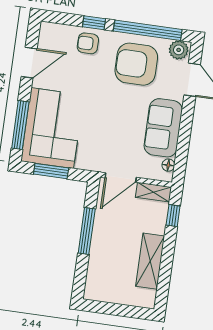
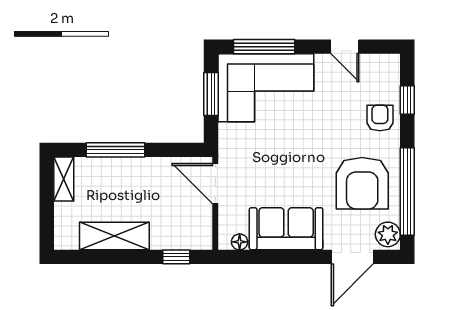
window: (94, 23) -> (407, 100), moved
door: (29, 63) -> (345, 47), width x0.73
armchair: (136, 64) -> (362, 183), turned 180
shelving: (153, 192) -> (64, 179), moved
window: (87, 231) -> (115, 150), moved

